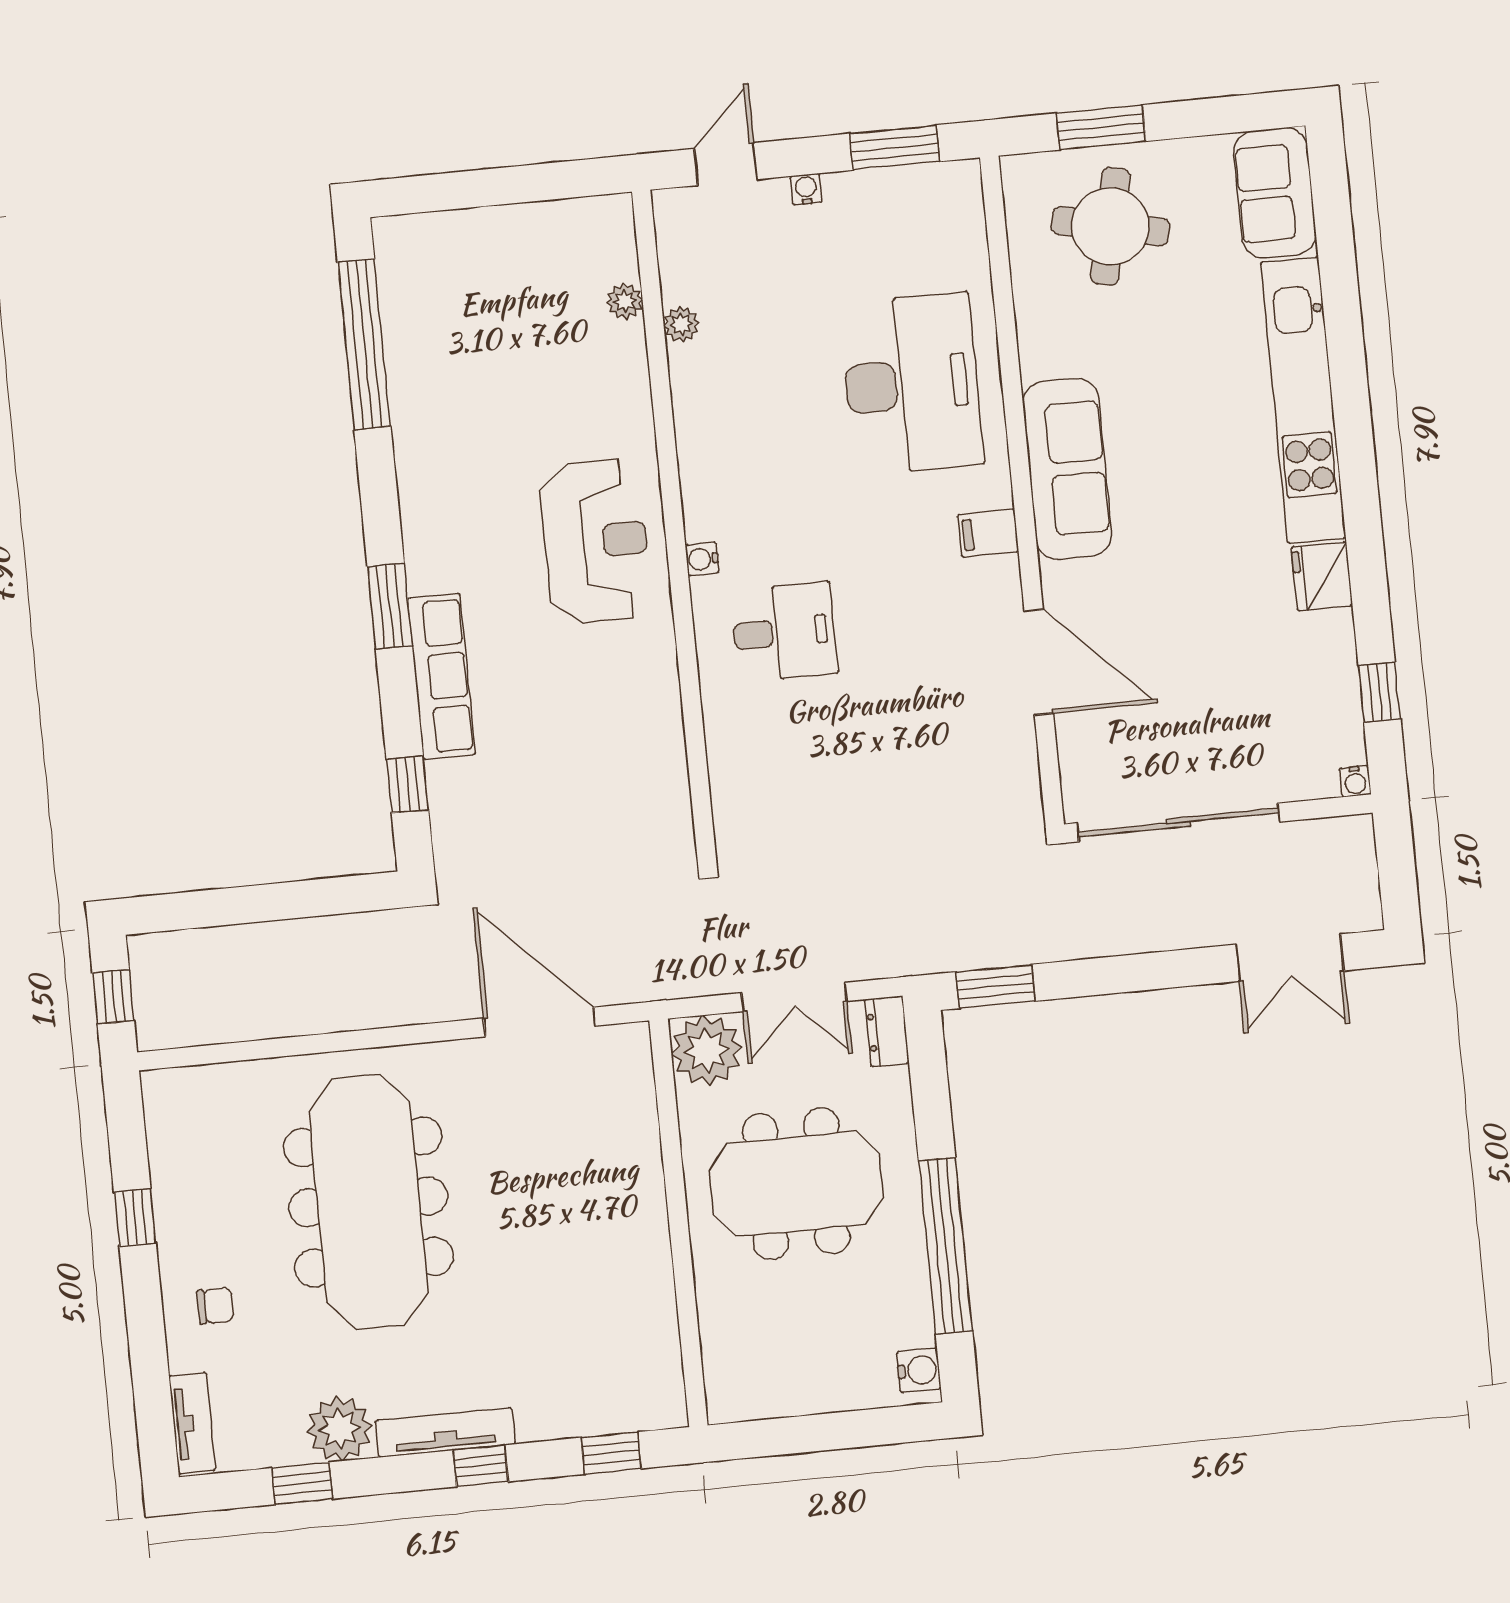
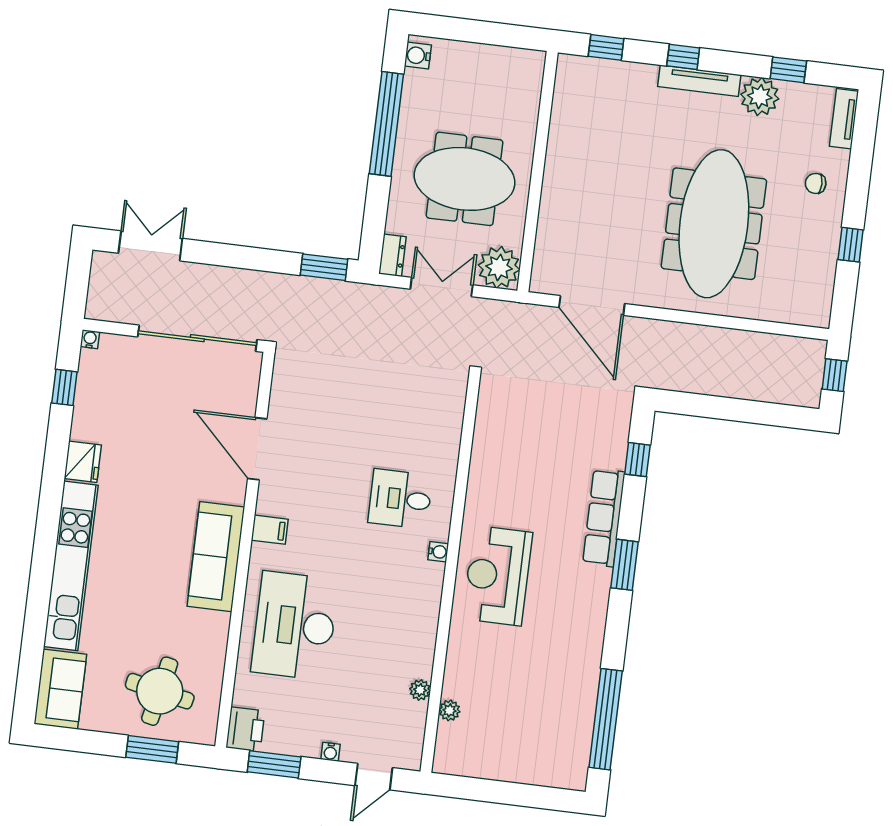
printer: (955, 195) -> (245, 729), added

